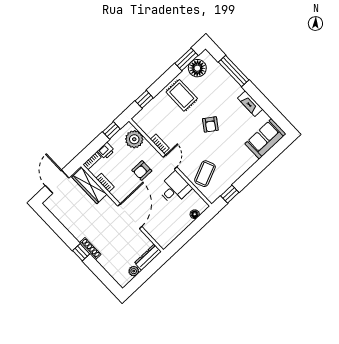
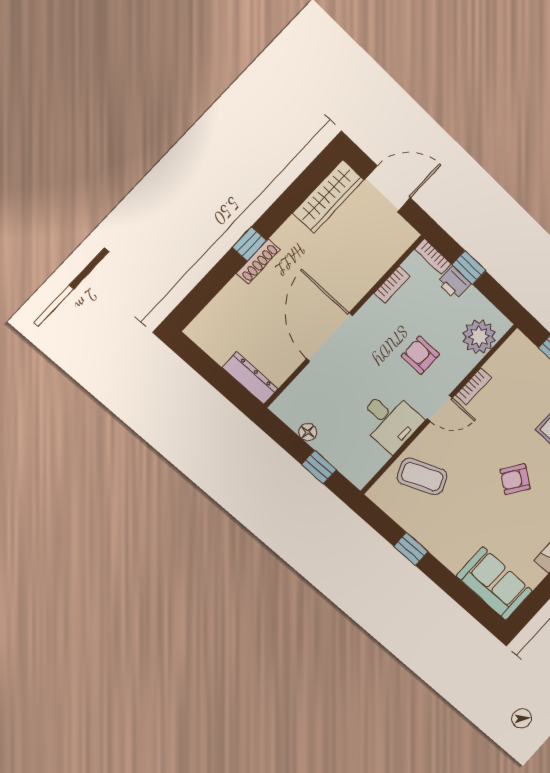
window: (111, 130) -> (469, 268), moved
wardrobe: (89, 186) -> (328, 196), moved, turned 180
window: (230, 194) -> (411, 549), moved
floor lamp: (195, 214) -> (308, 432), moved
door: (130, 216) -> (329, 337), swing flipped
window: (196, 226) -> (319, 467), added
plant: (134, 271) -> (220, 352), removed

